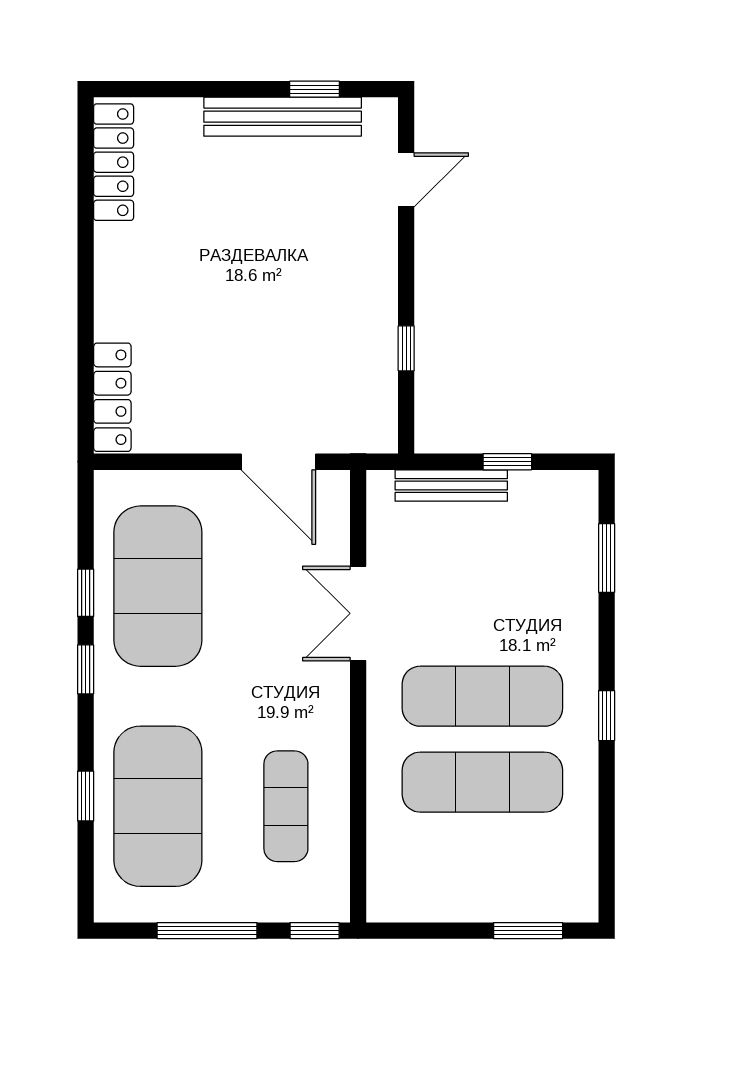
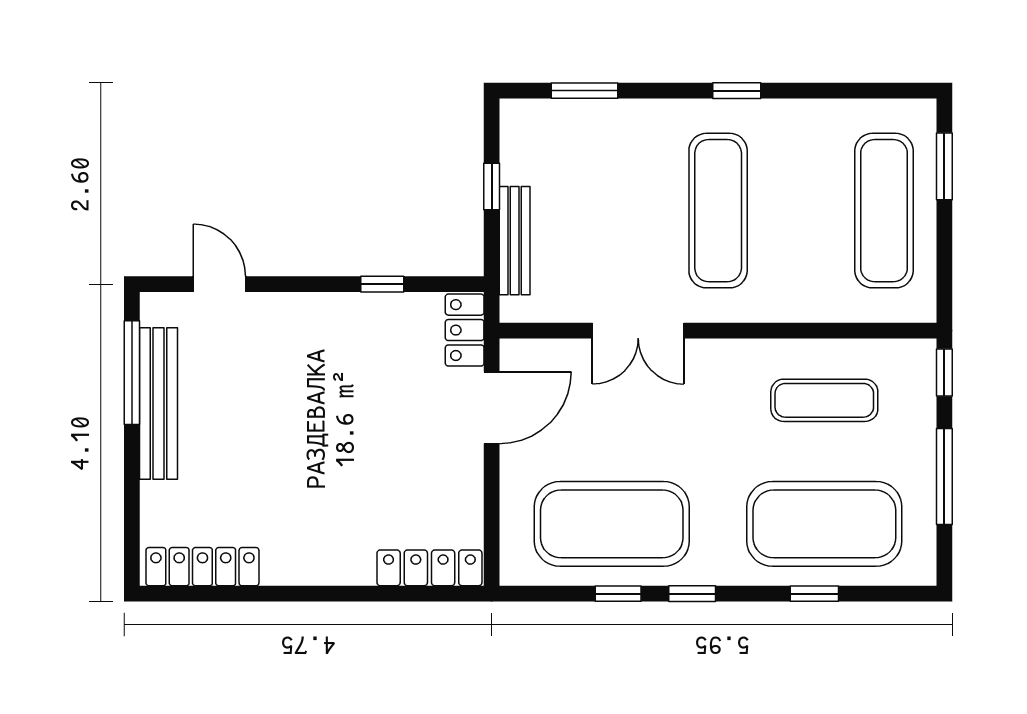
window: (315, 89) -> (132, 373), width x2.17
locker: (359, 434) -> (465, 330), added
exercise mat: (482, 782) -> (884, 211), moved

